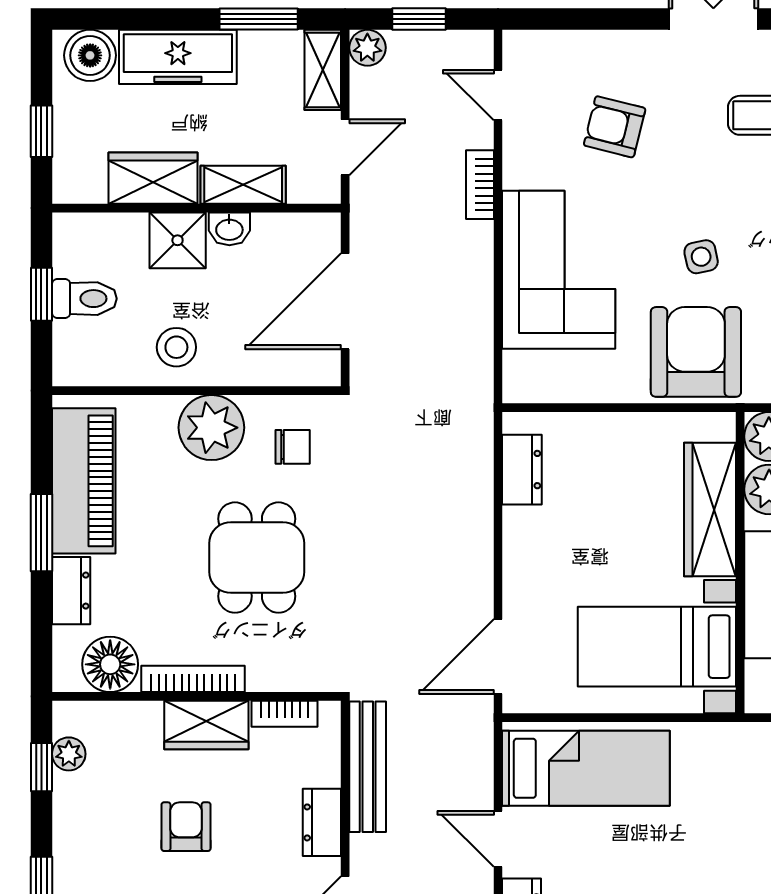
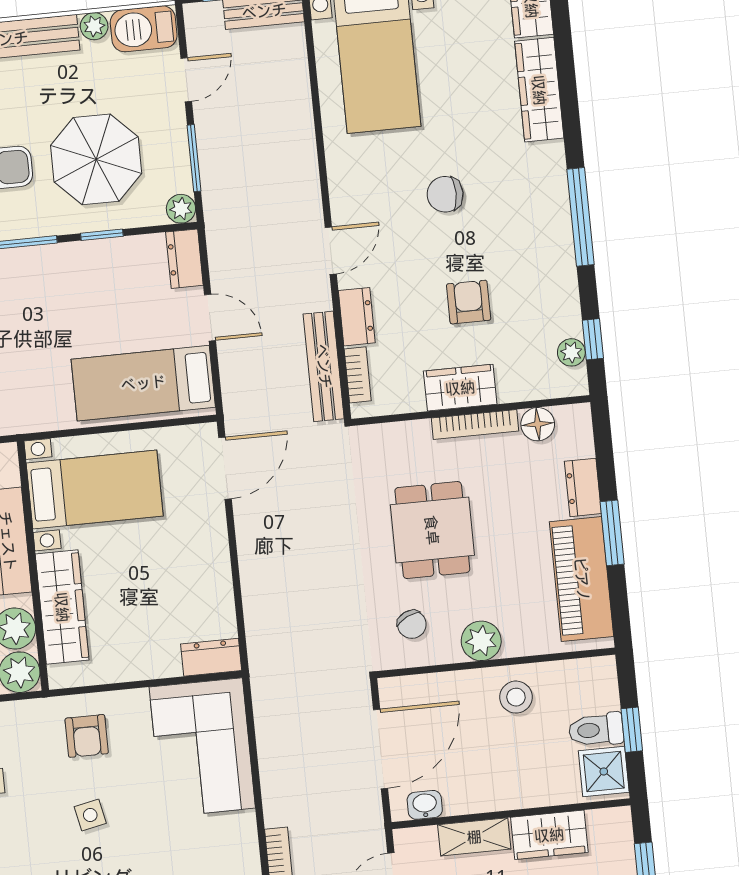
washbasin: (229, 229) -> (425, 805), moved
shower: (178, 240) -> (604, 771), moved
corner sofa: (559, 270) -> (202, 748), moved
armchair: (696, 352) -> (87, 736), width x0.53, depth x0.53
plant: (211, 428) -> (481, 641), width x0.73, depth x0.73
chair: (293, 447) -> (412, 624), turned -116
dresser: (522, 470) -> (211, 657), moved, turned 90
floor lamp: (110, 664) -> (538, 424), width x0.73, depth x0.73
bookcase: (285, 714) -> (358, 375), moved, turned 90
armchair: (186, 827) -> (469, 302), turned 180

